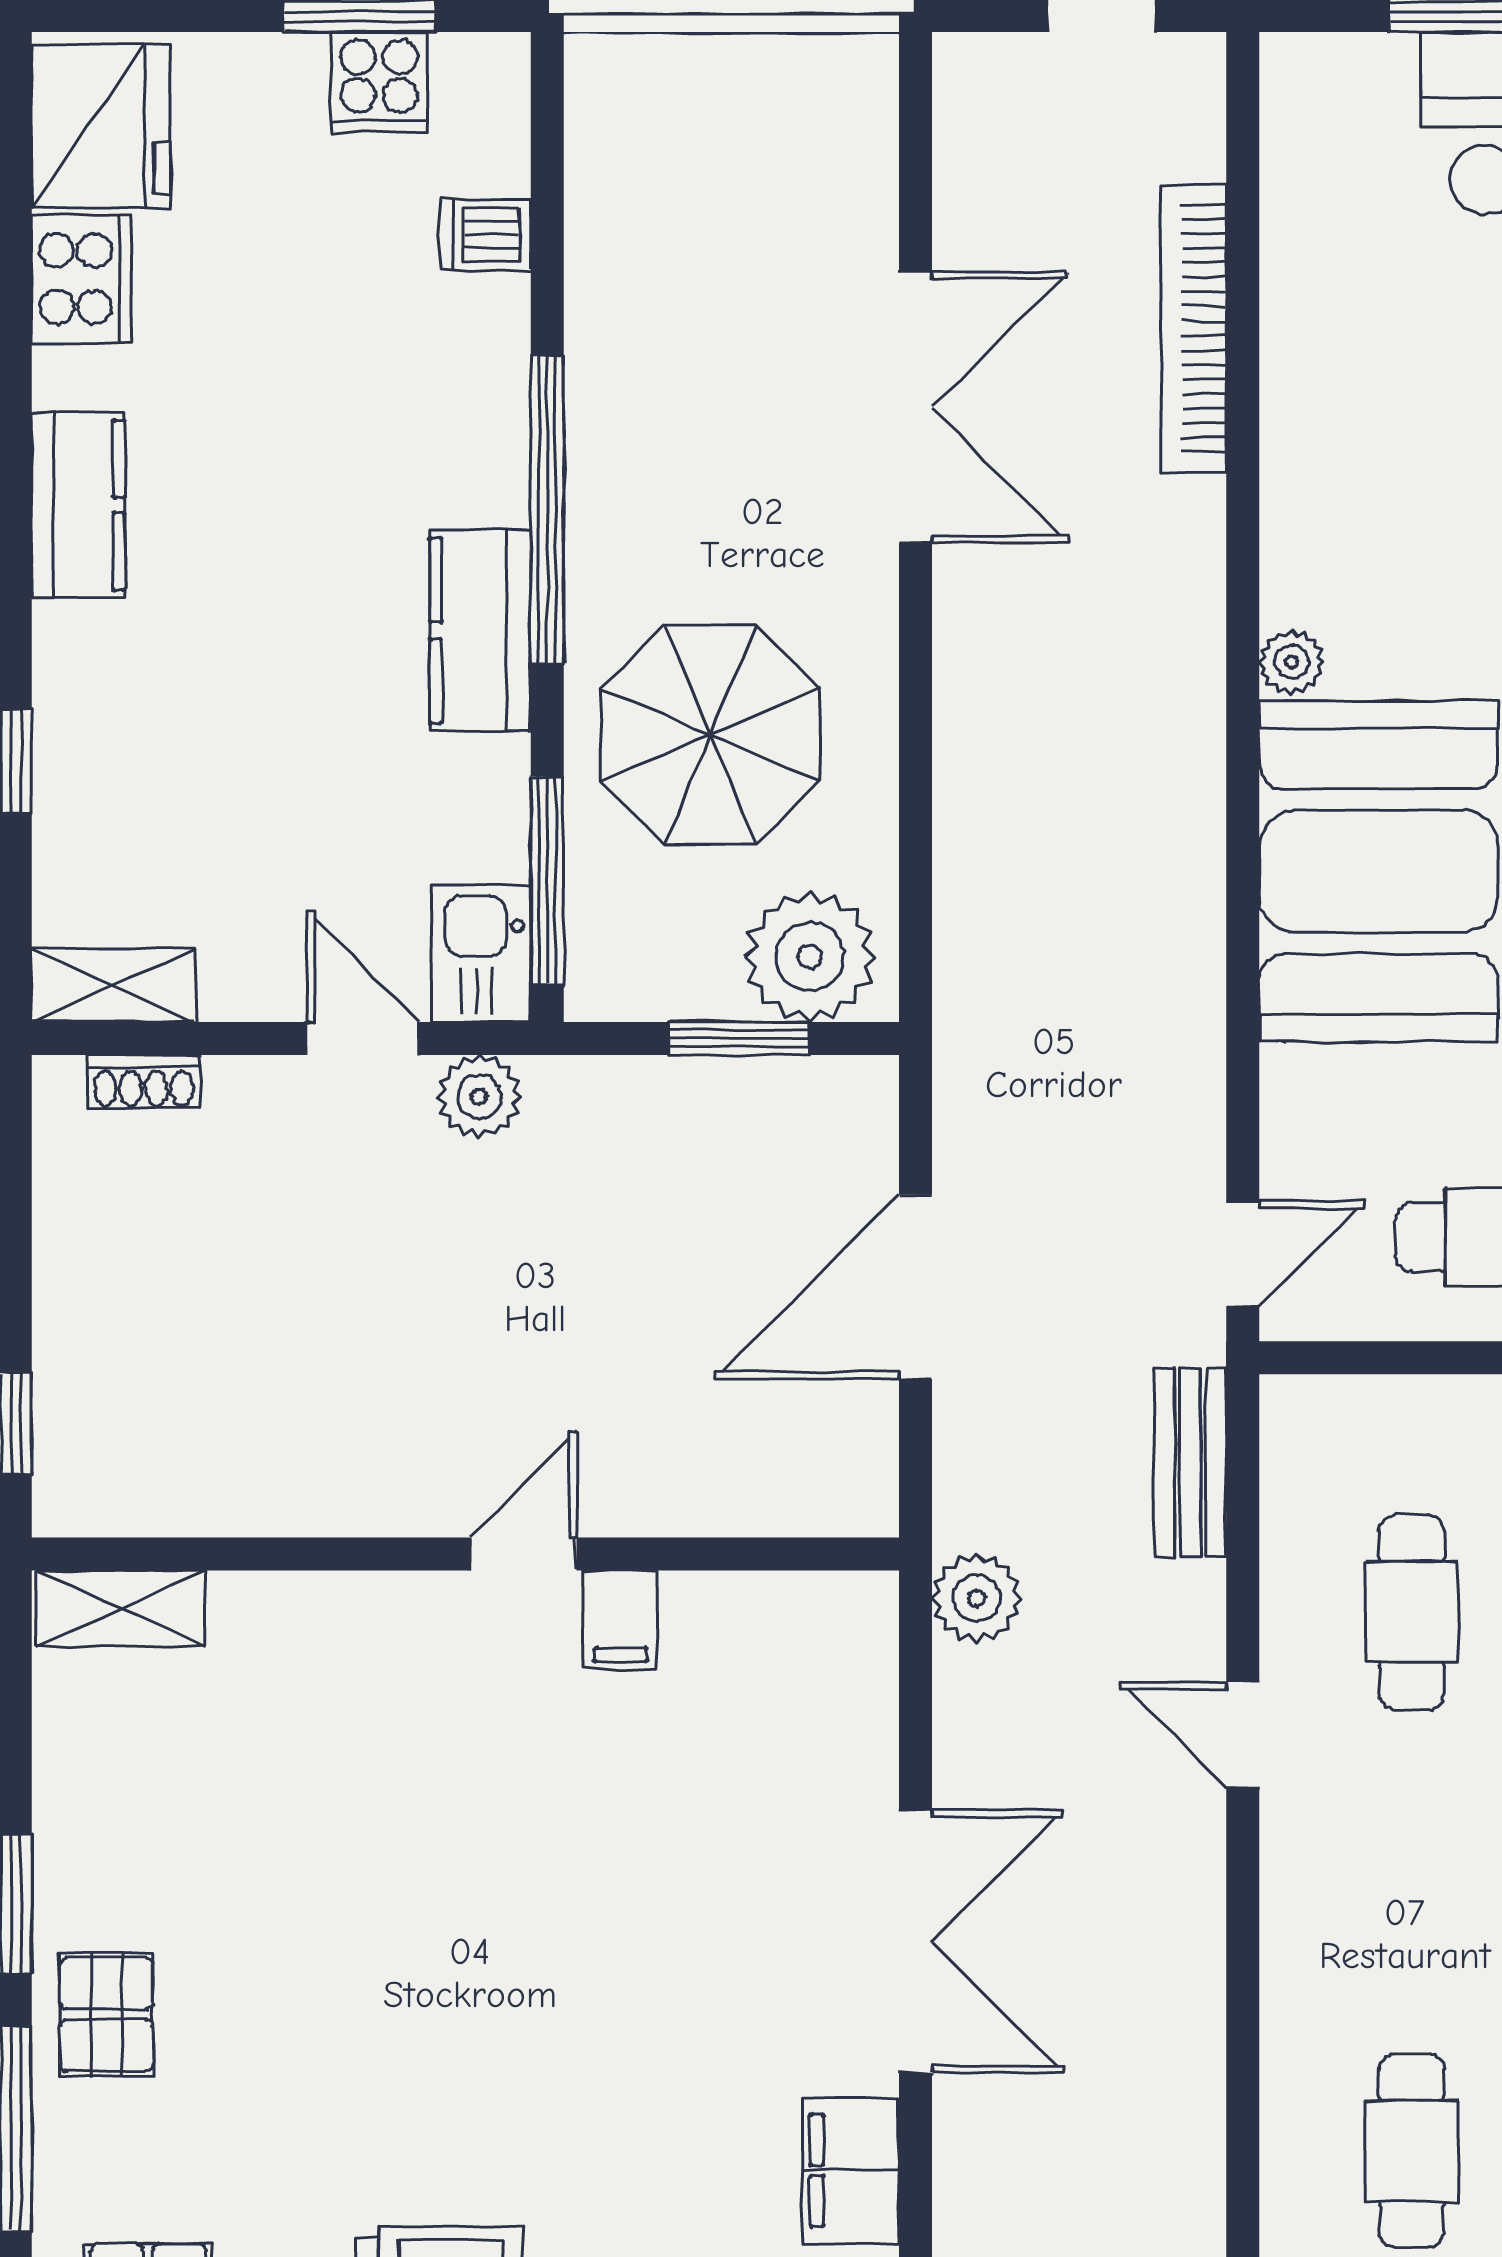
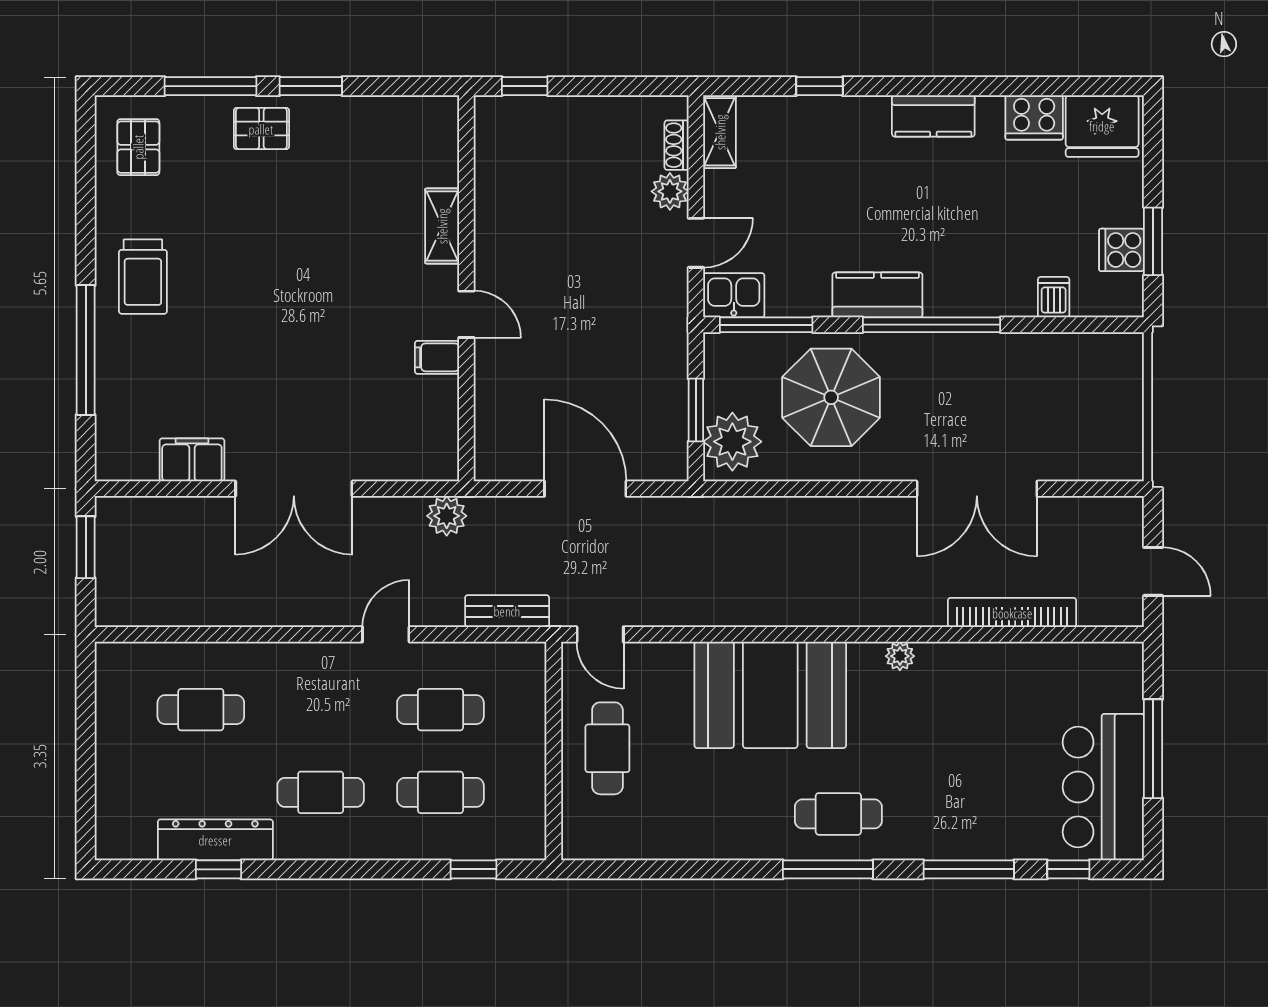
plant: (1291, 662) -> (900, 656), moved
plant: (479, 1097) -> (670, 191), moved
shelving: (120, 1608) -> (442, 226), moved

